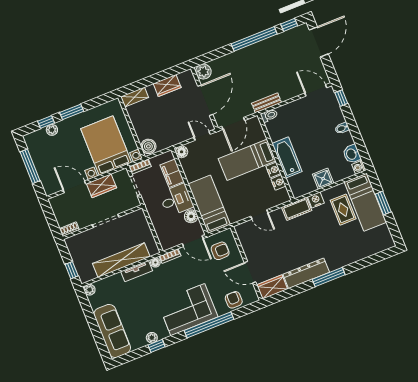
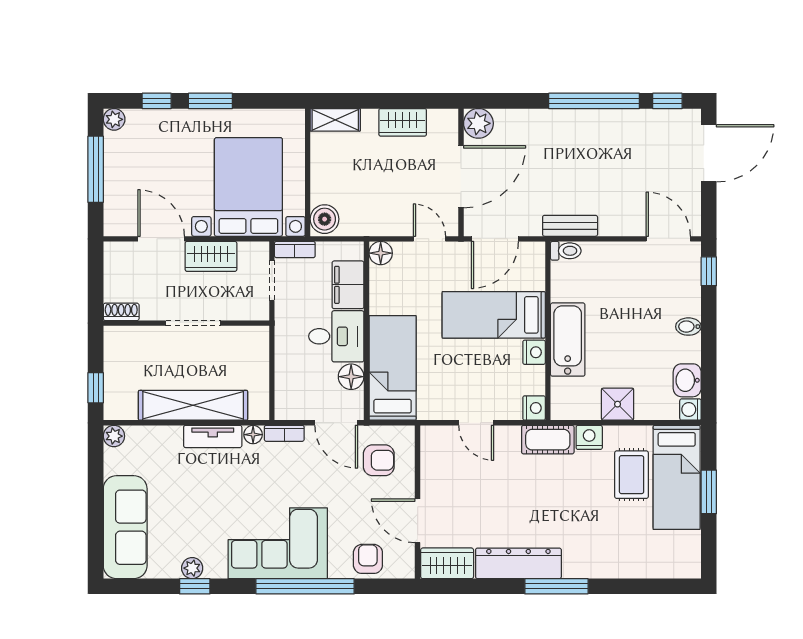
plant: (52, 130) -> (114, 119), moved
nightstand: (278, 182) -> (534, 408), moved

